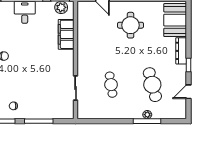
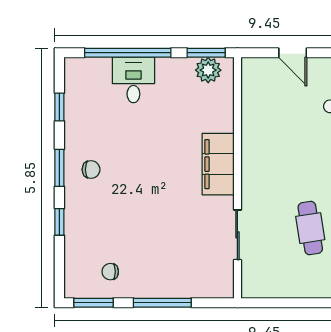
filing cabinet: (66, 34) -> (218, 164), moved

